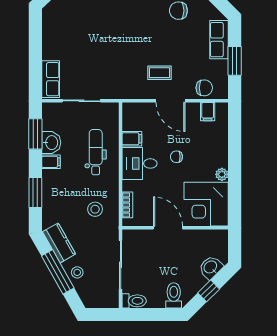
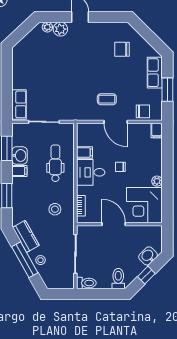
filing cabinet: (208, 112) -> (157, 131), moved

